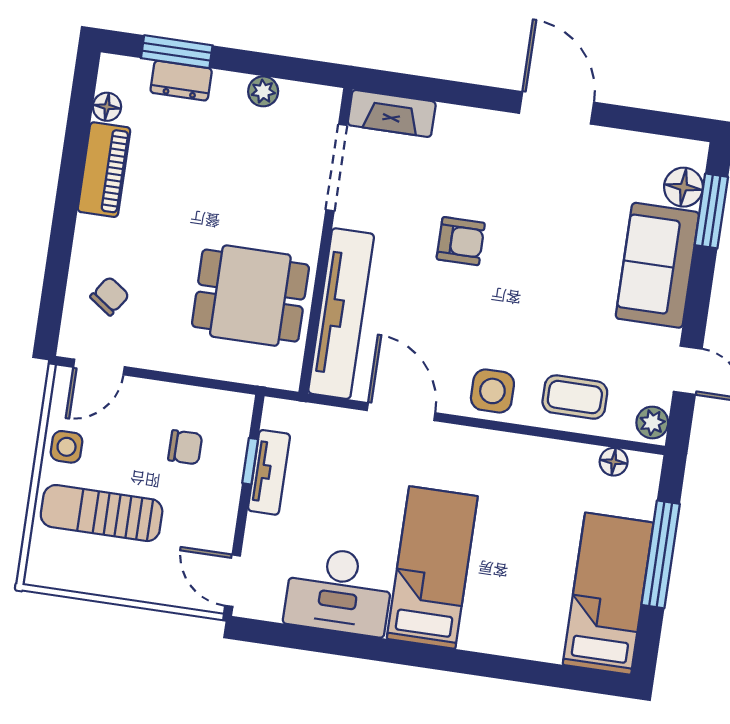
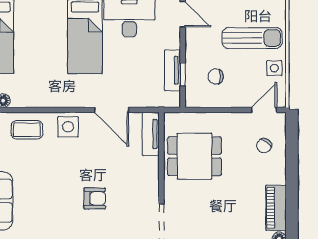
armchair: (461, 241) -> (95, 198), turned 180
tv unit: (341, 314) -> (151, 134), width x0.52, depth x0.78

